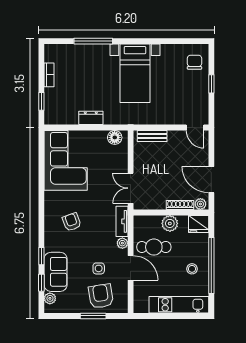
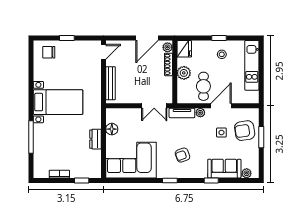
bench: (152, 136) -> (111, 83), width x1.36
floor lamp: (115, 137) -> (112, 129), moved
window: (211, 266) -> (219, 38), width x0.32
window: (41, 283) -> (170, 180), moved

